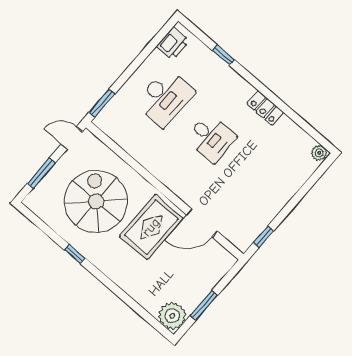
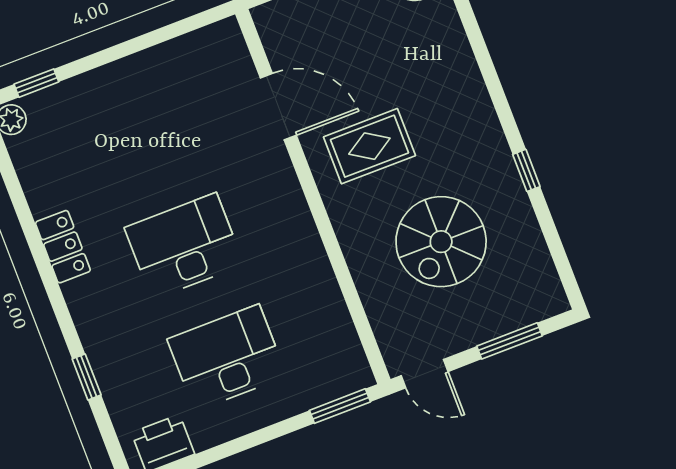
desk: (211, 138) -> (184, 246), width x1.37
spiral stairs: (96, 201) -> (441, 242), width x0.73, depth x0.73
rug: (151, 227) -> (369, 146), width x0.73, depth x0.70
window: (263, 237) -> (36, 83), moved

